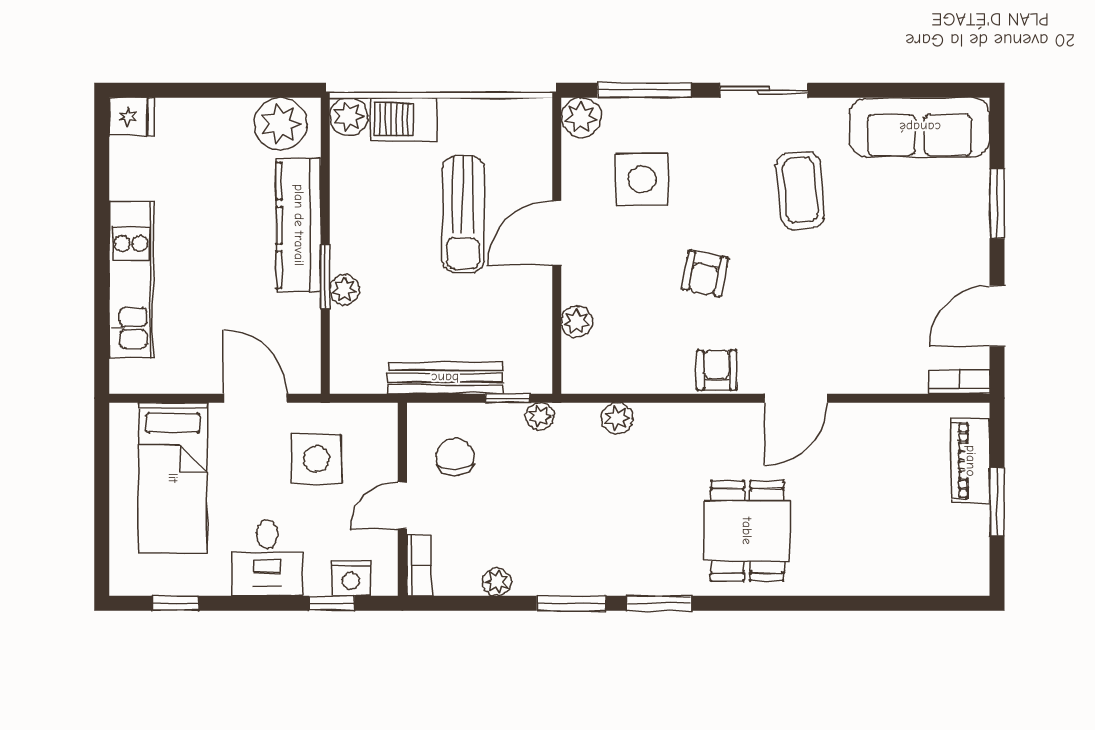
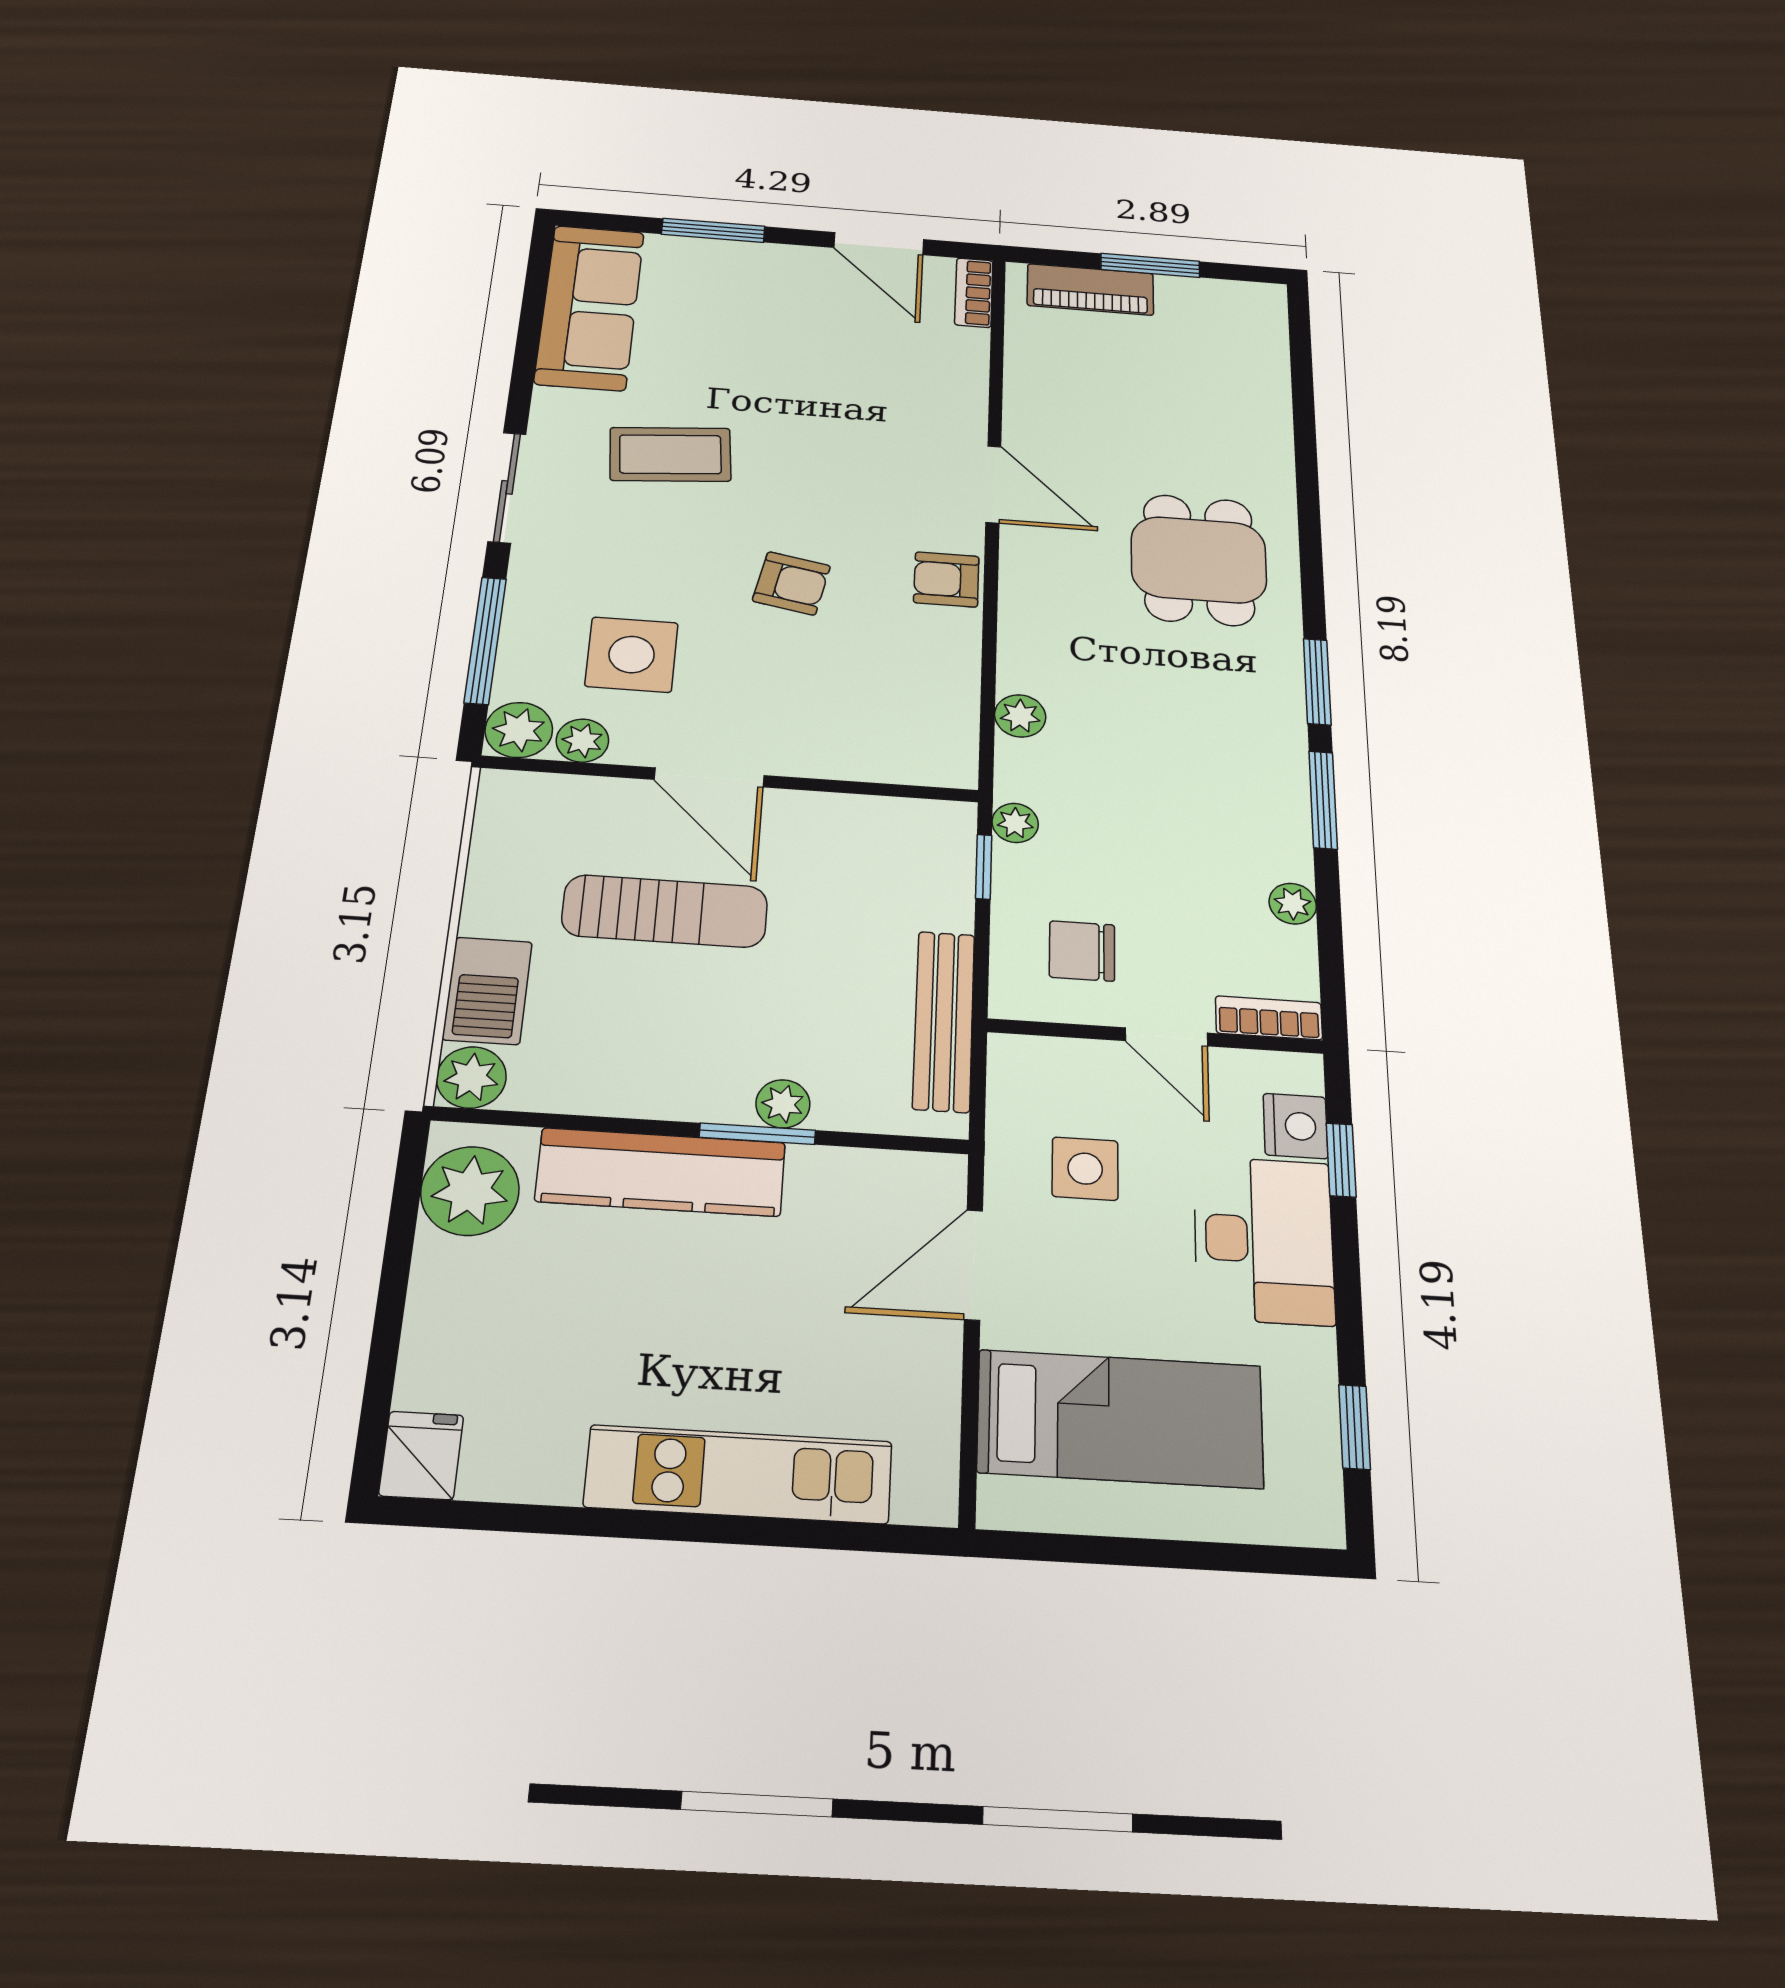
plant: (577, 322) -> (582, 741), moved
bench: (445, 378) -> (944, 1021), moved
side table: (317, 459) -> (1085, 1169), width x0.73, depth x0.73
dining table: (747, 531) -> (1199, 560), turned 90
desk: (267, 558) -> (1264, 1240), width x1.37

